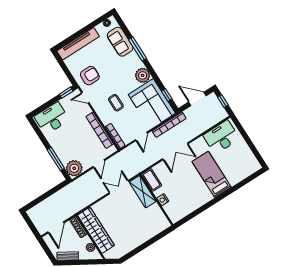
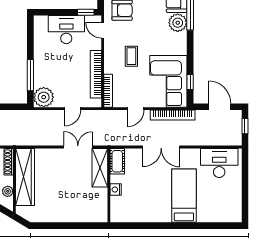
plant: (143, 75) -> (178, 23), moved
desk: (52, 118) -> (66, 30), moved

